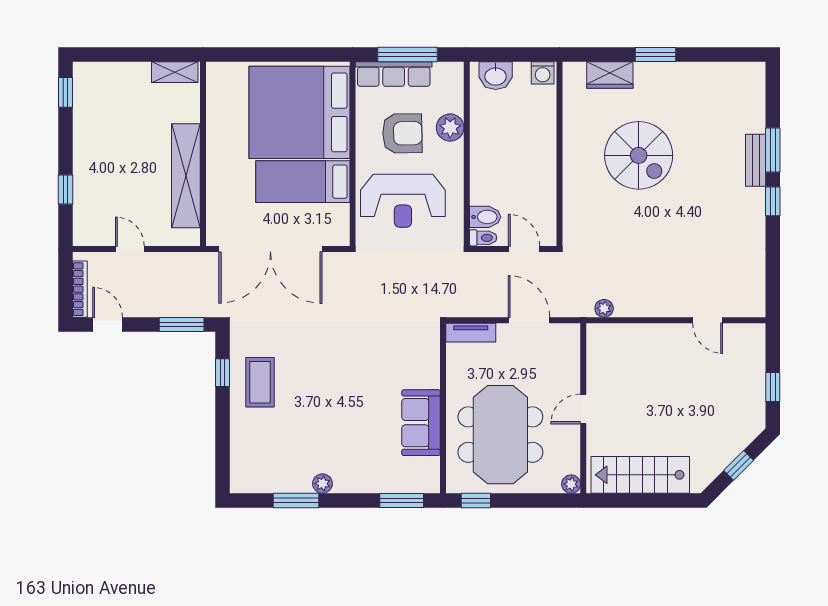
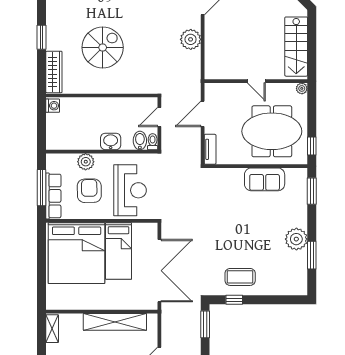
wardrobe: (610, 75) -> (54, 72), width x1.50
washbasin: (496, 76) -> (111, 141), moved, turned -90
plant: (604, 308) -> (191, 39), moved, width x1.88, depth x1.88
plant: (322, 484) -> (296, 239), width x1.88, depth x1.88

